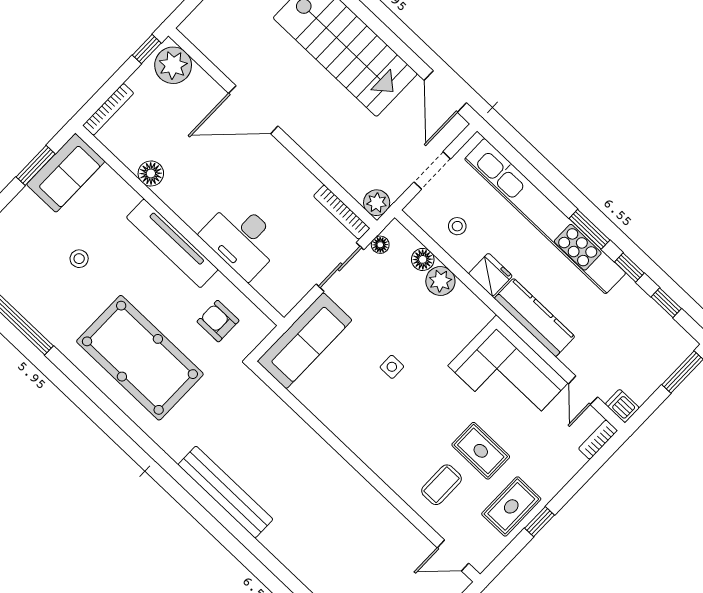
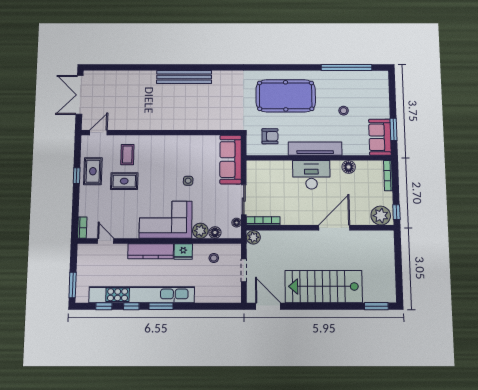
kitchen unit: (545, 216) -> (142, 295), moved
desk: (242, 239) -> (311, 175), moved
corner sofa: (508, 374) -> (166, 220), moved
dishwasher: (622, 406) -> (85, 249), removed
bench: (225, 492) -> (184, 77), moved

